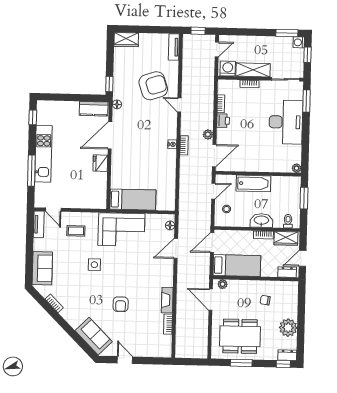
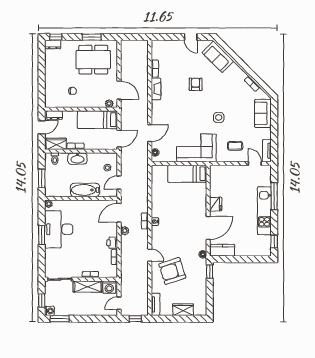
wardrobe: (126, 40) -> (183, 310), moved
window: (306, 101) -> (42, 235), moved
desk: (286, 122) -> (59, 229), moved
plant: (288, 328) -> (52, 68), removed

